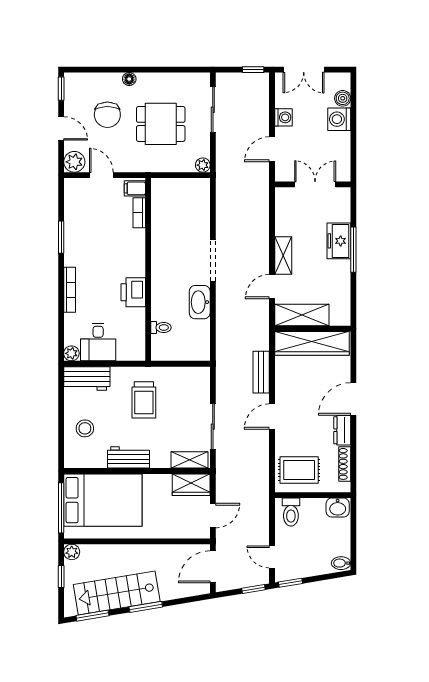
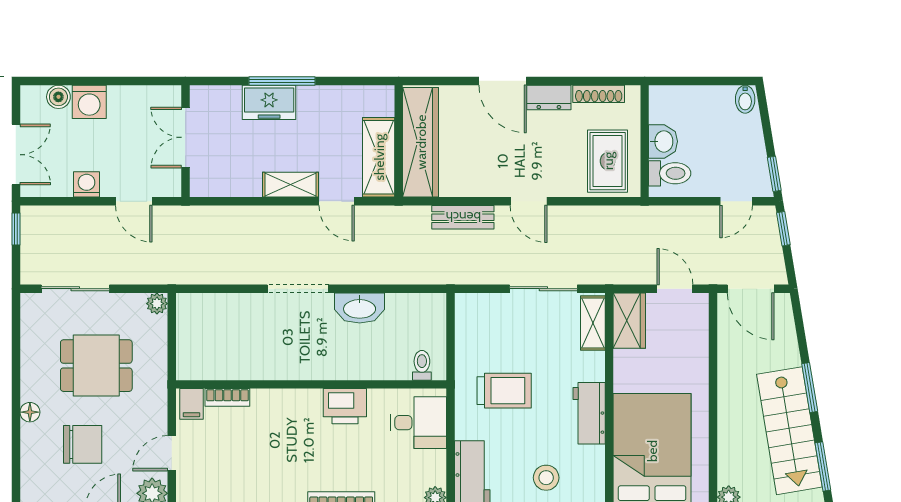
dining table: (161, 124) -> (96, 366), turned 90
toilet: (161, 327) -> (422, 365), moved
desk: (98, 342) -> (418, 423), moved
washbasin: (338, 508) -> (663, 141), moved

